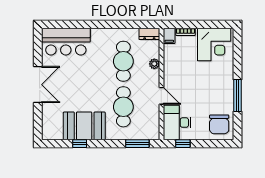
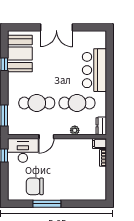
bar counter: (66, 42) -> (94, 70), moved
corner desk: (214, 45) -> (92, 183), removed
chair: (219, 124) -> (35, 186), moved
booth: (84, 126) -> (20, 54), moved

